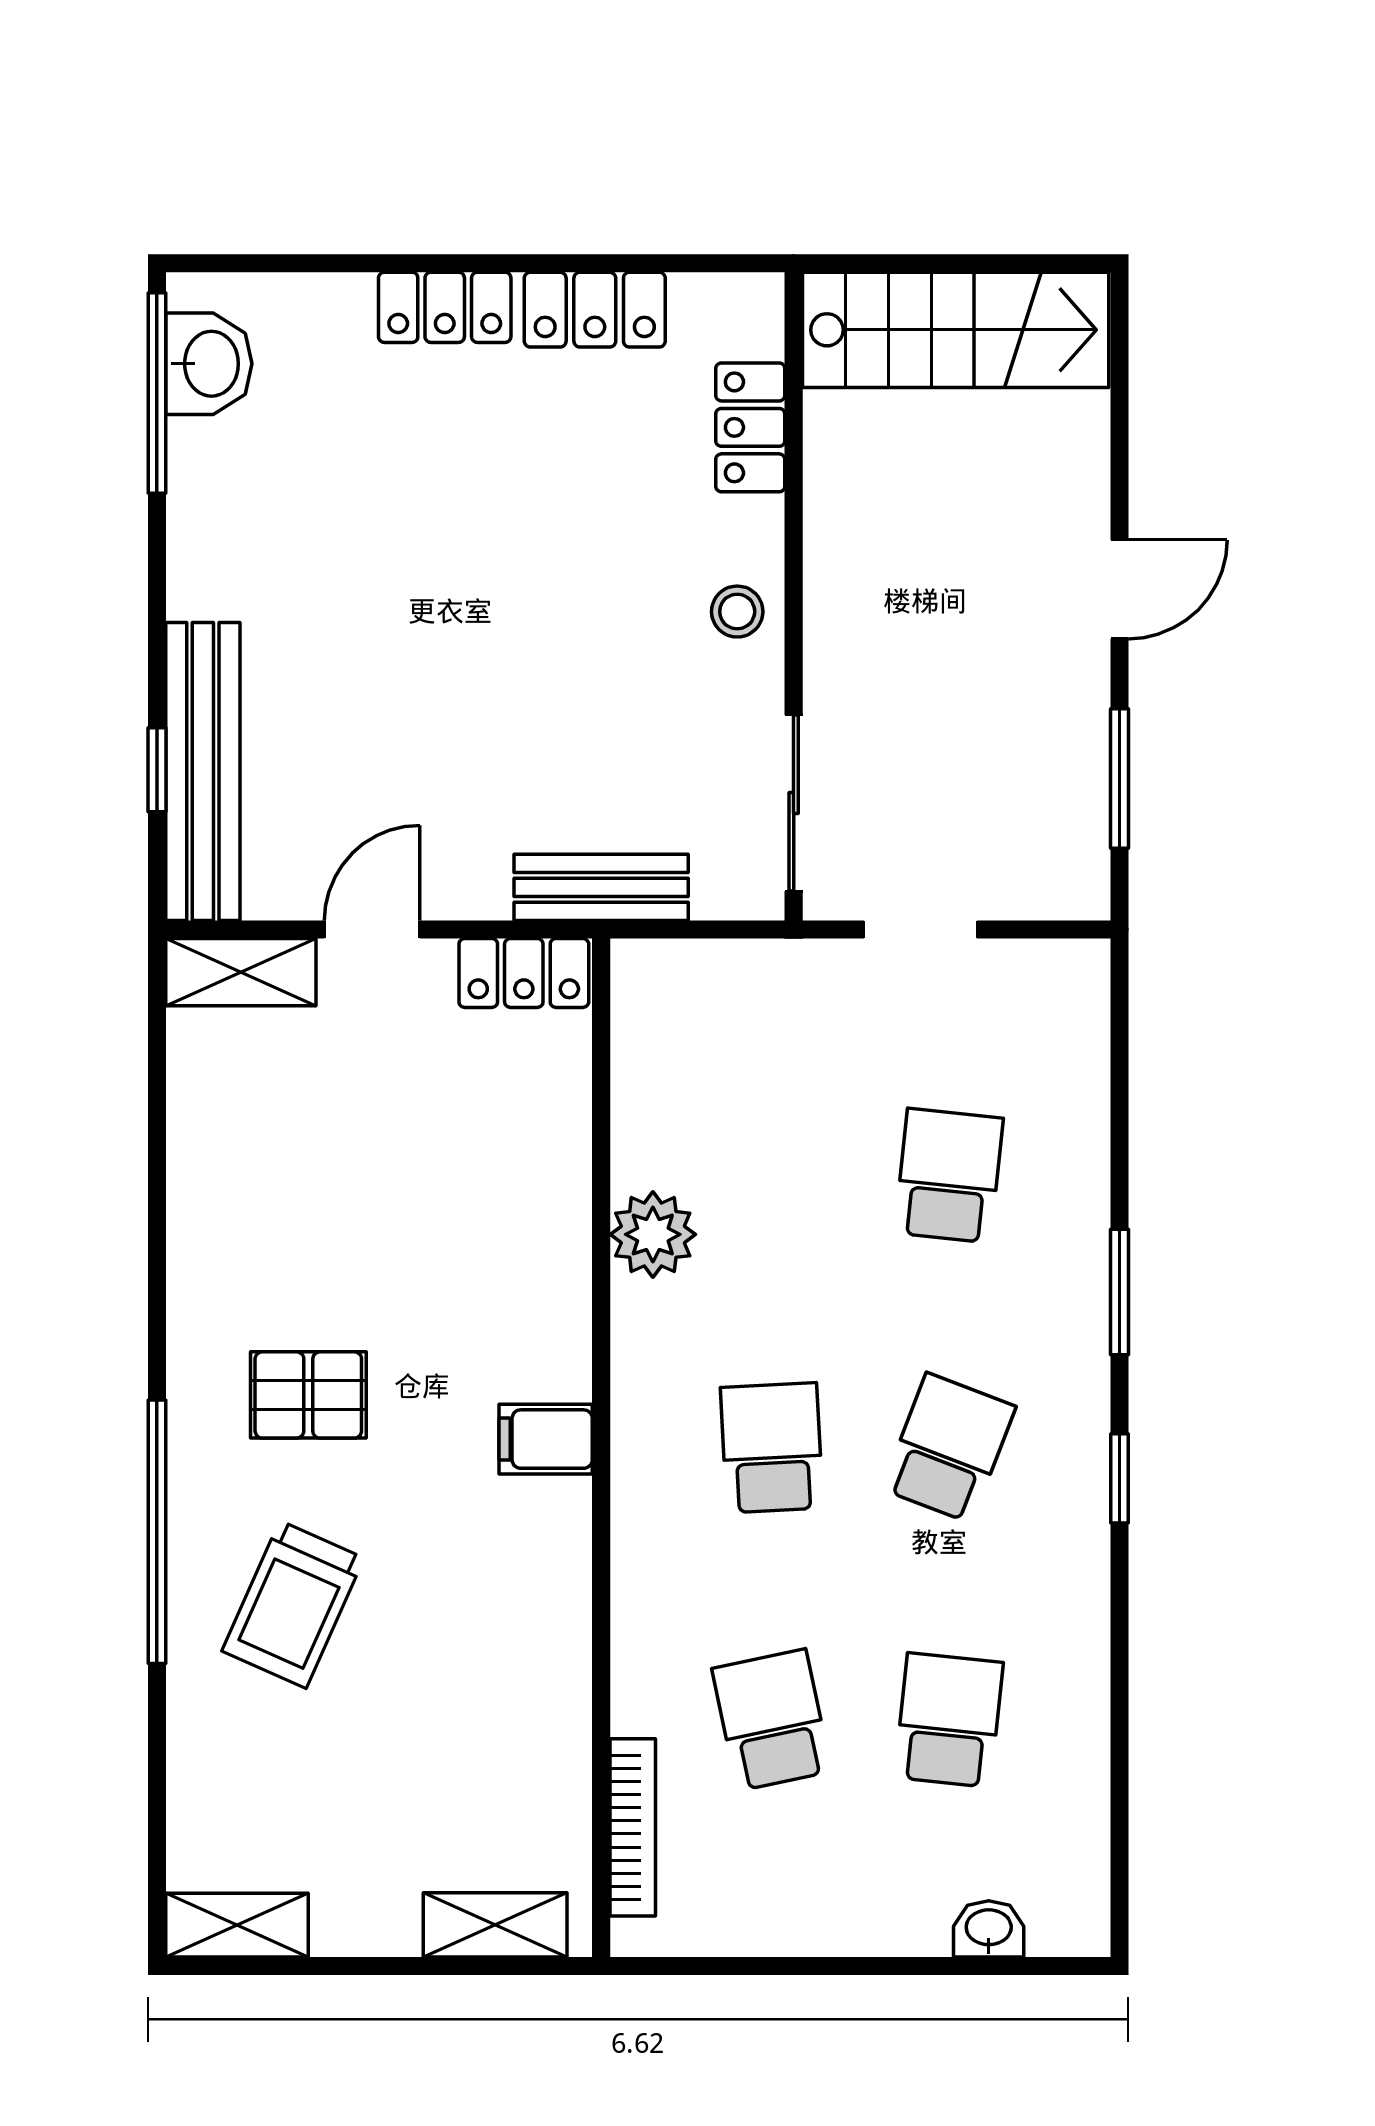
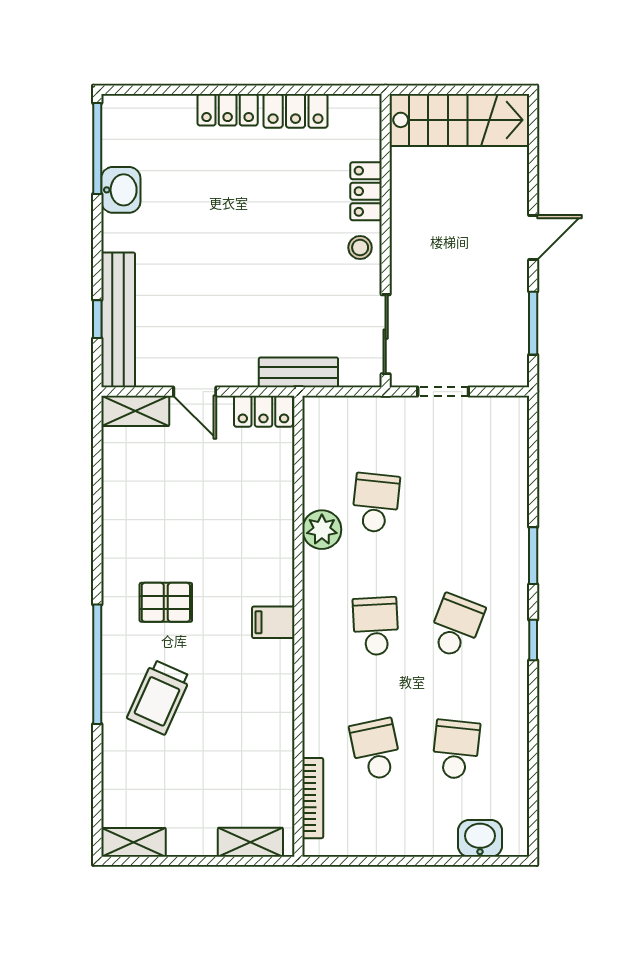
washbasin: (209, 364) -> (121, 190), moved
locker: (750, 427) -> (366, 191), moved
door: (372, 930) -> (195, 392), swing flipped
school desk: (949, 1176) -> (376, 503), moved
washbasin: (989, 1929) -> (480, 838), width x1.38, depth x1.45

